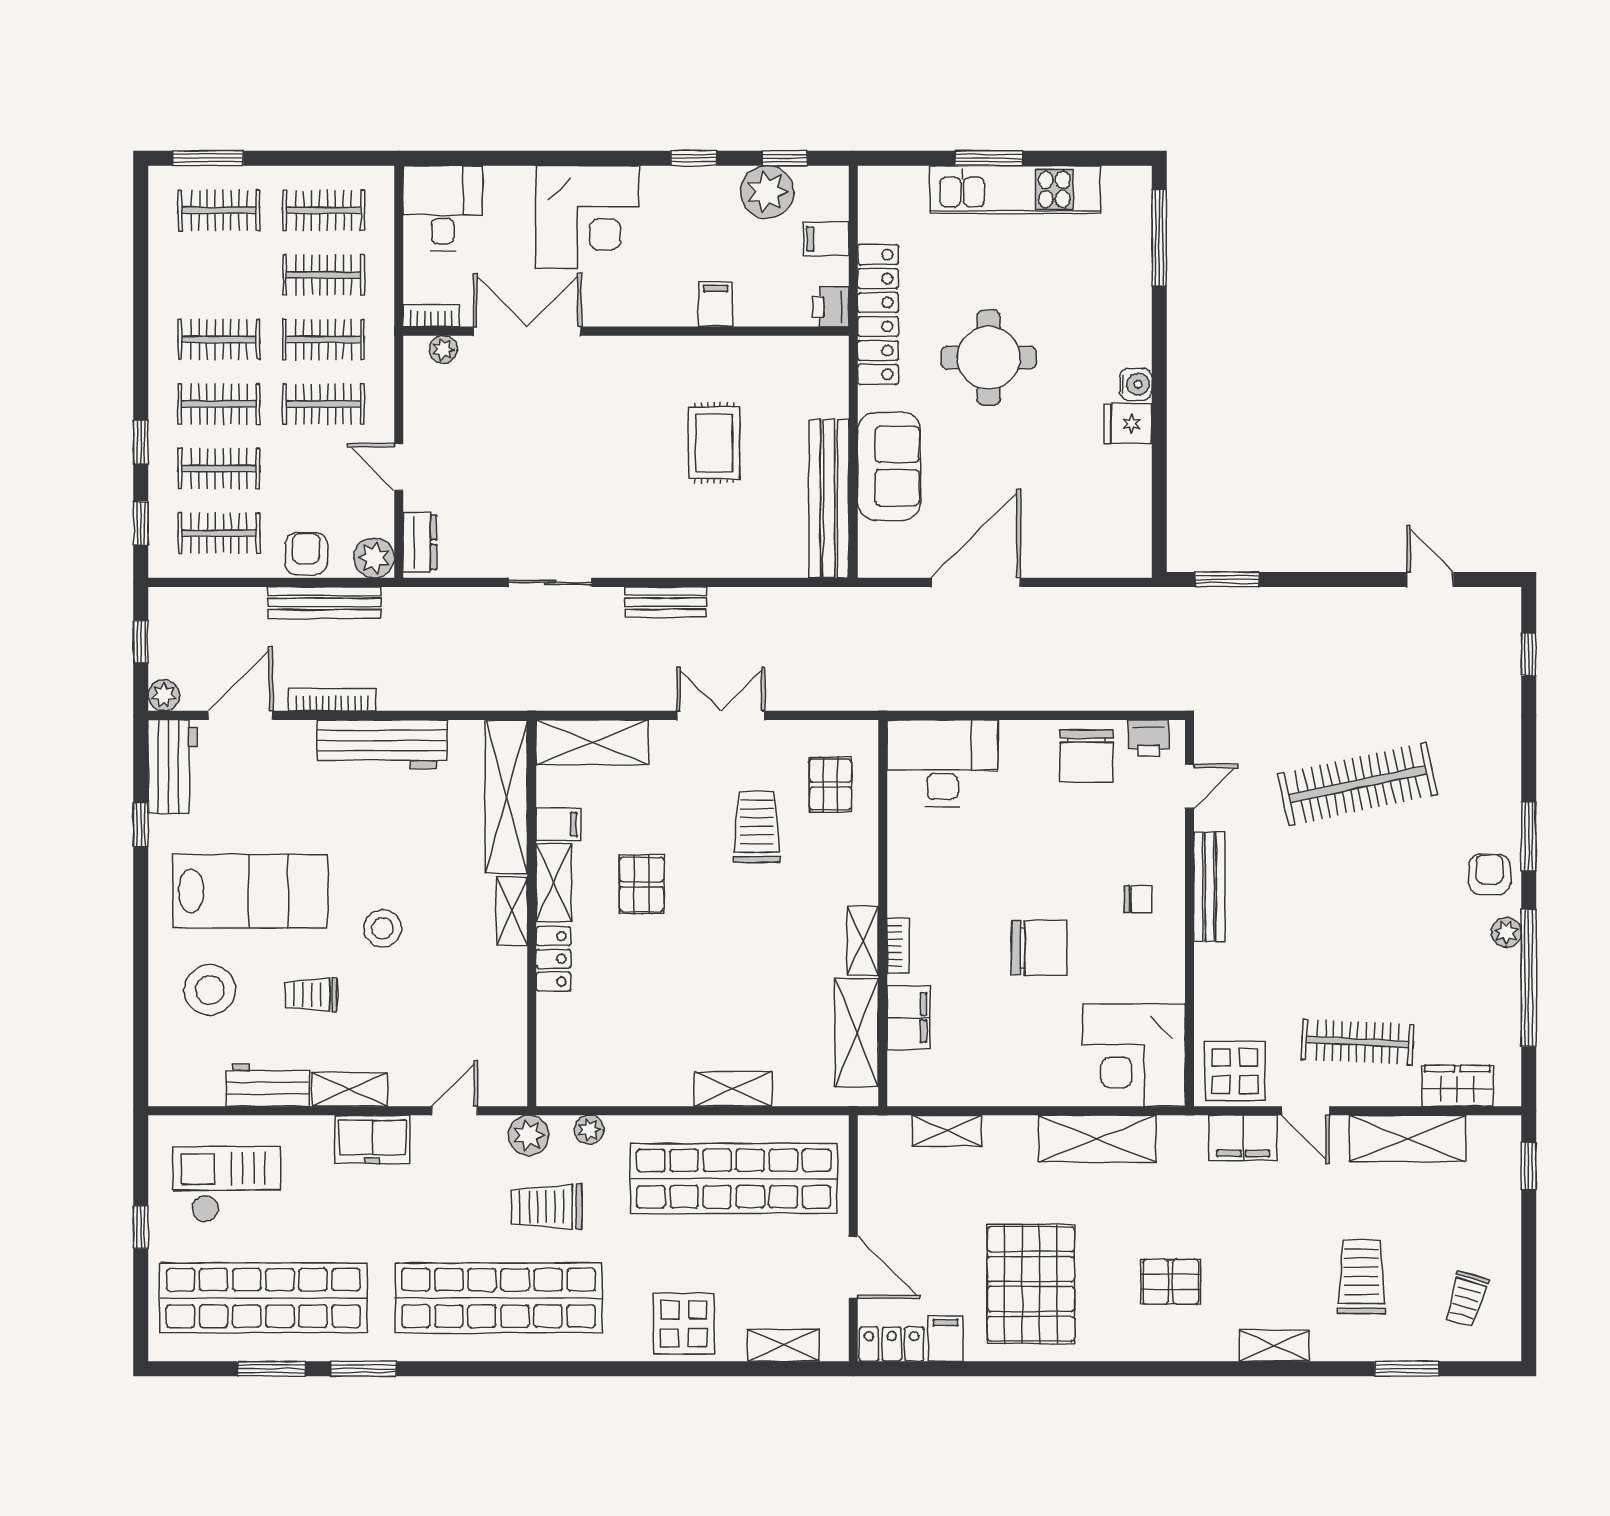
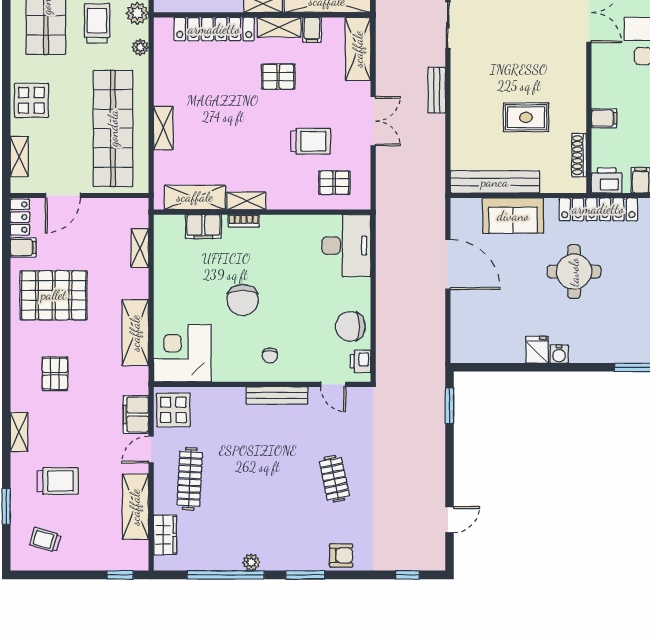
printer: (831, 307) -> (607, 180), width x1.36, depth x1.24
shoe rack: (781, 349) -> (579, 155), added
clothes rail: (1358, 784) -> (334, 479), width x0.54, depth x0.76
armchair: (1489, 875) -> (341, 555), moved
locker: (553, 959) -> (214, 29), width x2.16, depth x1.21

